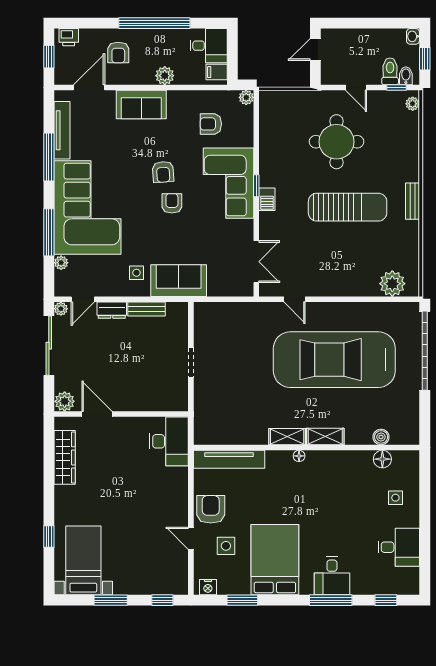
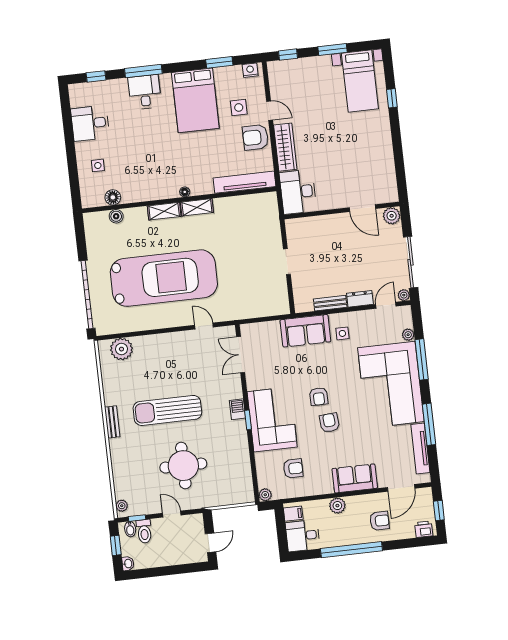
armchair: (118, 53) -> (380, 521), turned 90
wardrobe: (65, 457) -> (285, 147), moved, turned 180
armchair: (211, 509) -> (255, 137), turned 90

